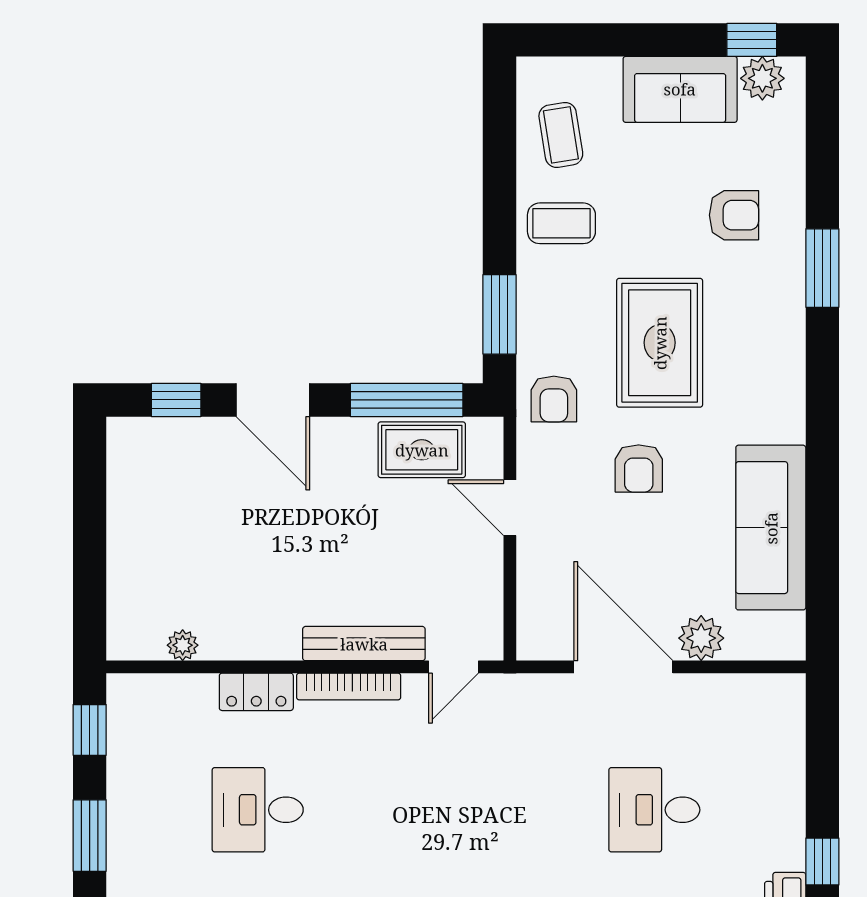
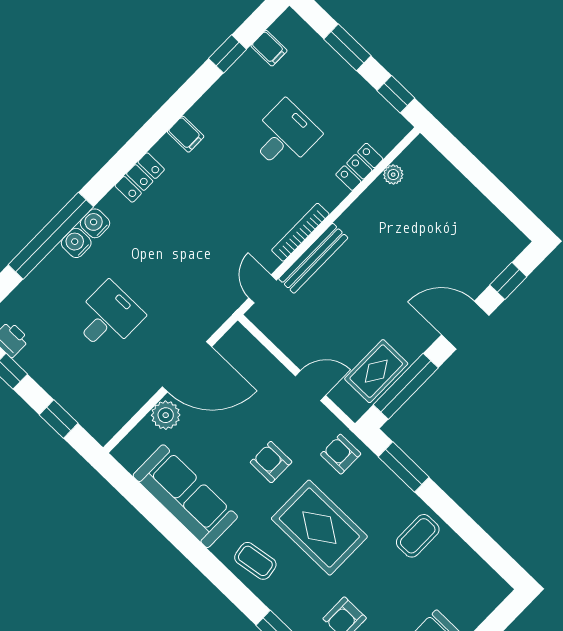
coffee table: (561, 135) -> (255, 561), moved
locker: (256, 692) -> (359, 167), moved
window: (822, 754) -> (59, 419), added

